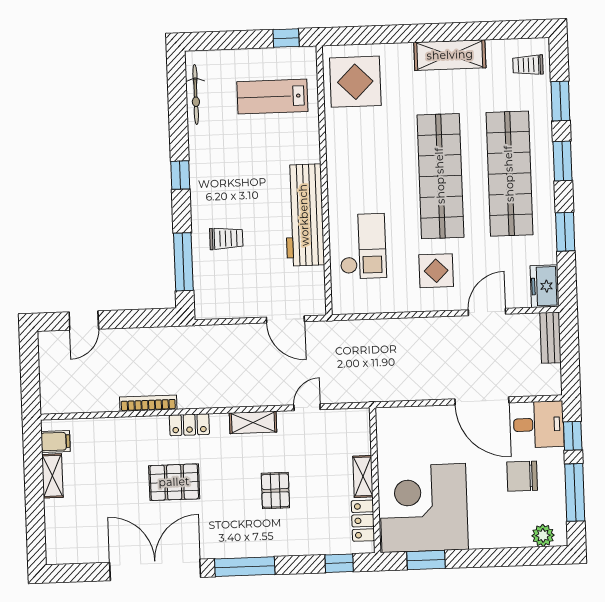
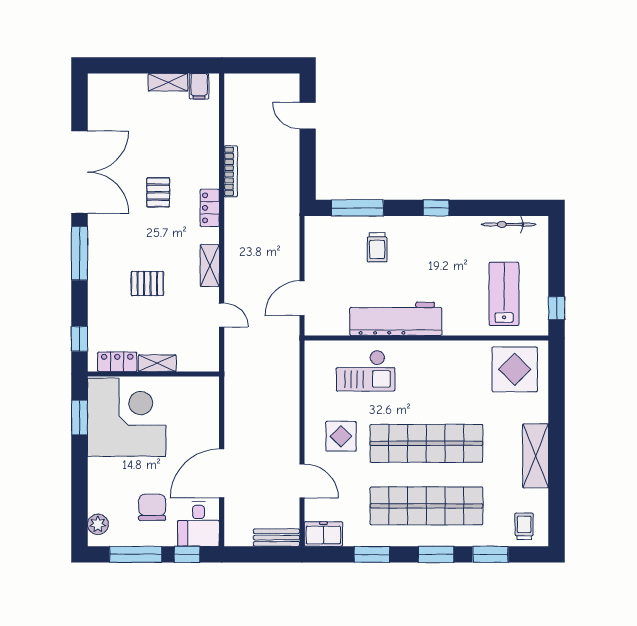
pallet: (174, 482) -> (158, 192), width x0.67, depth x0.71

